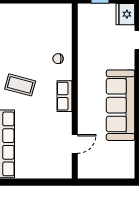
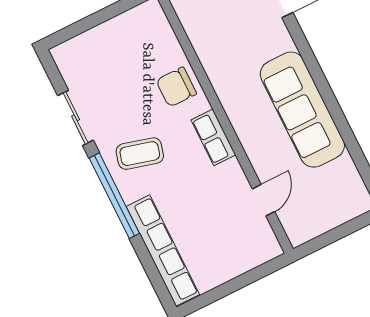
chair: (58, 59) -> (176, 87), width x1.87, depth x1.87

